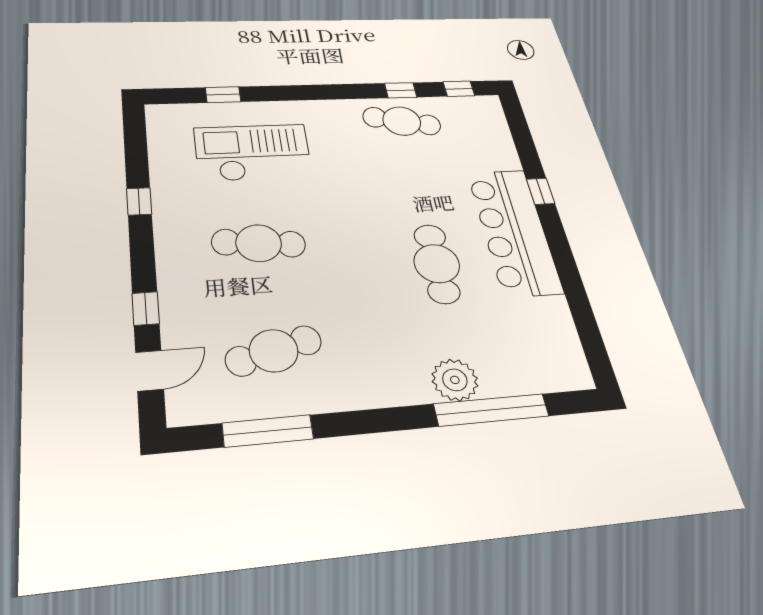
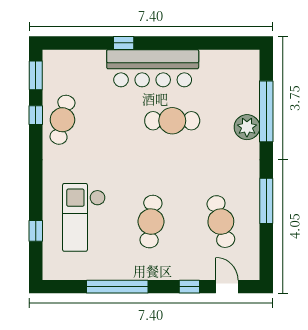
window: (459, 89) -> (36, 75), width x1.50
window: (139, 201) -> (117, 287), width x3.17
window: (268, 431) -> (266, 201), moved

